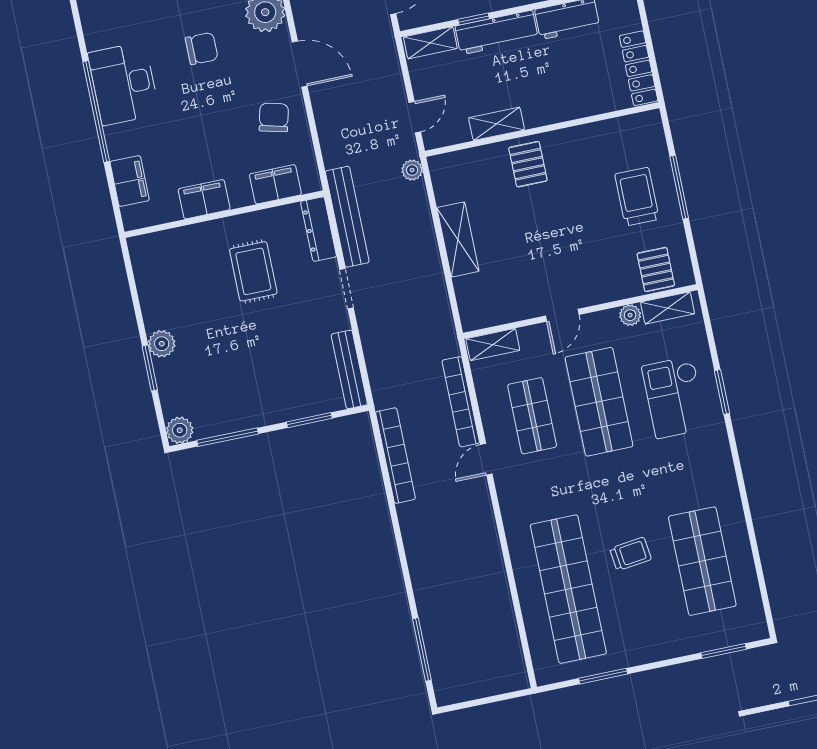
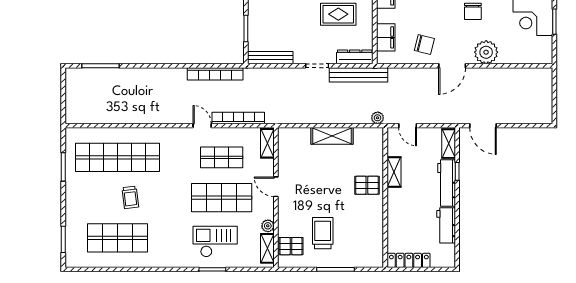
trolley: (637, 197) -> (323, 233), moved, turned -90

